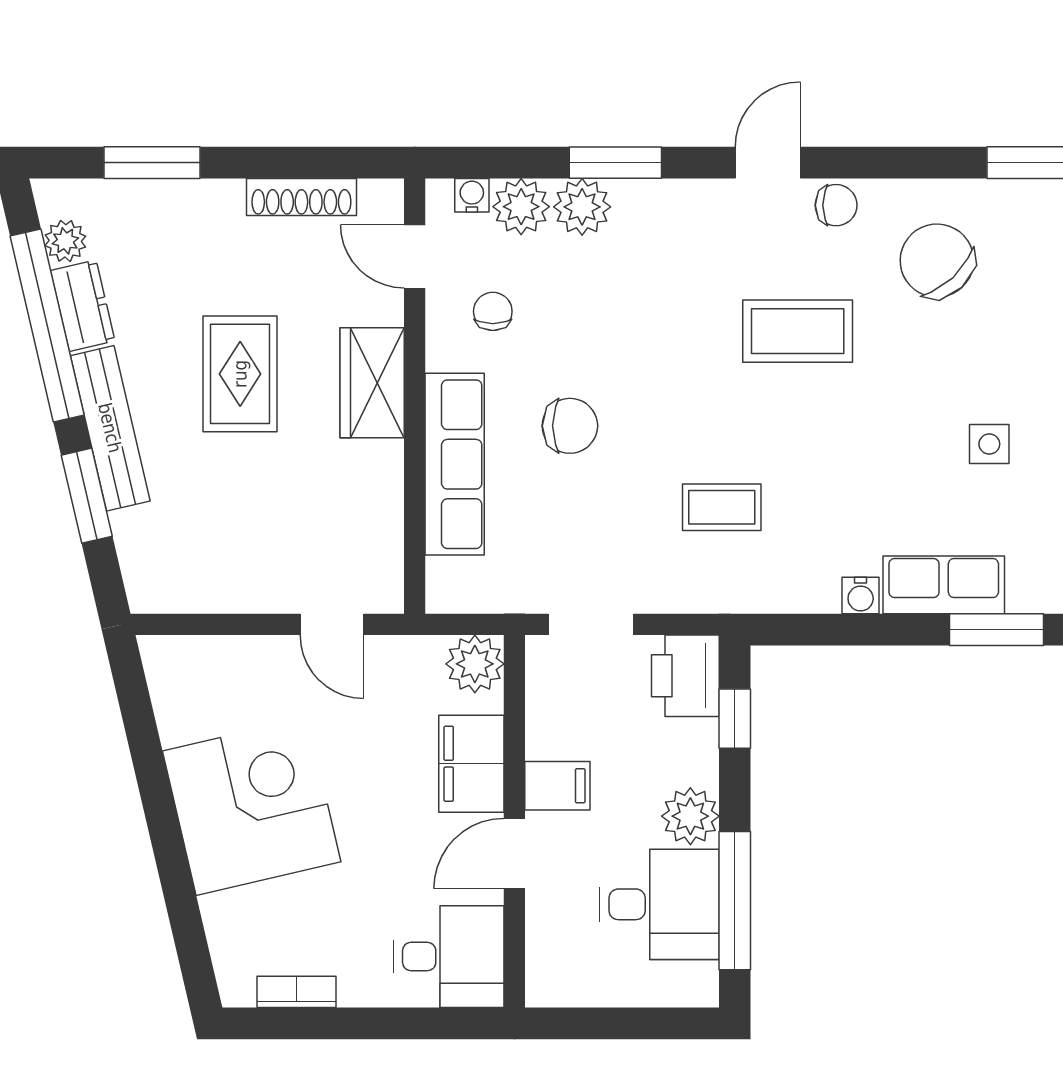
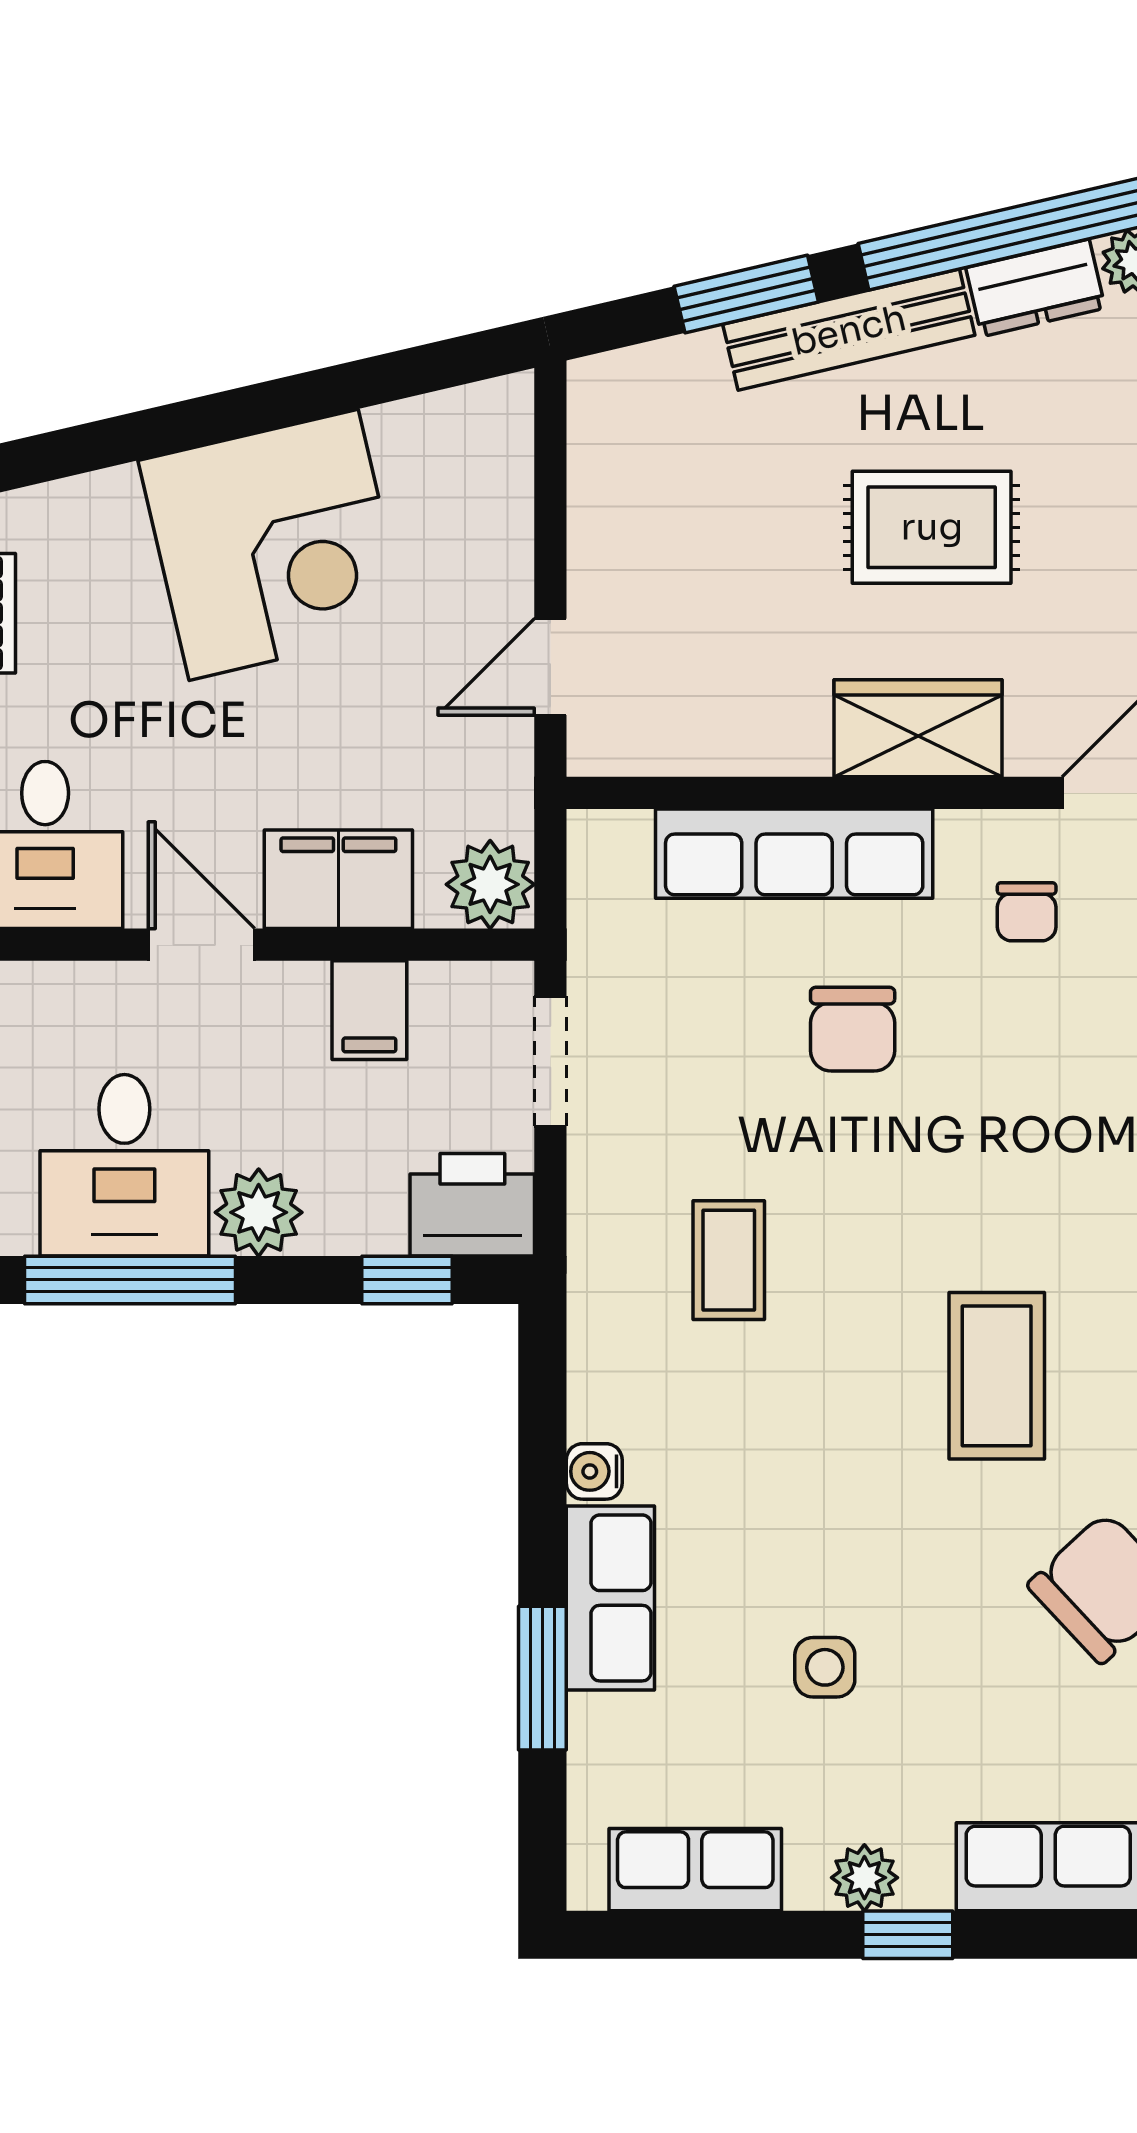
chair: (493, 311) -> (1027, 912), turned 90
filing cabinet: (557, 786) -> (369, 1010), moved

